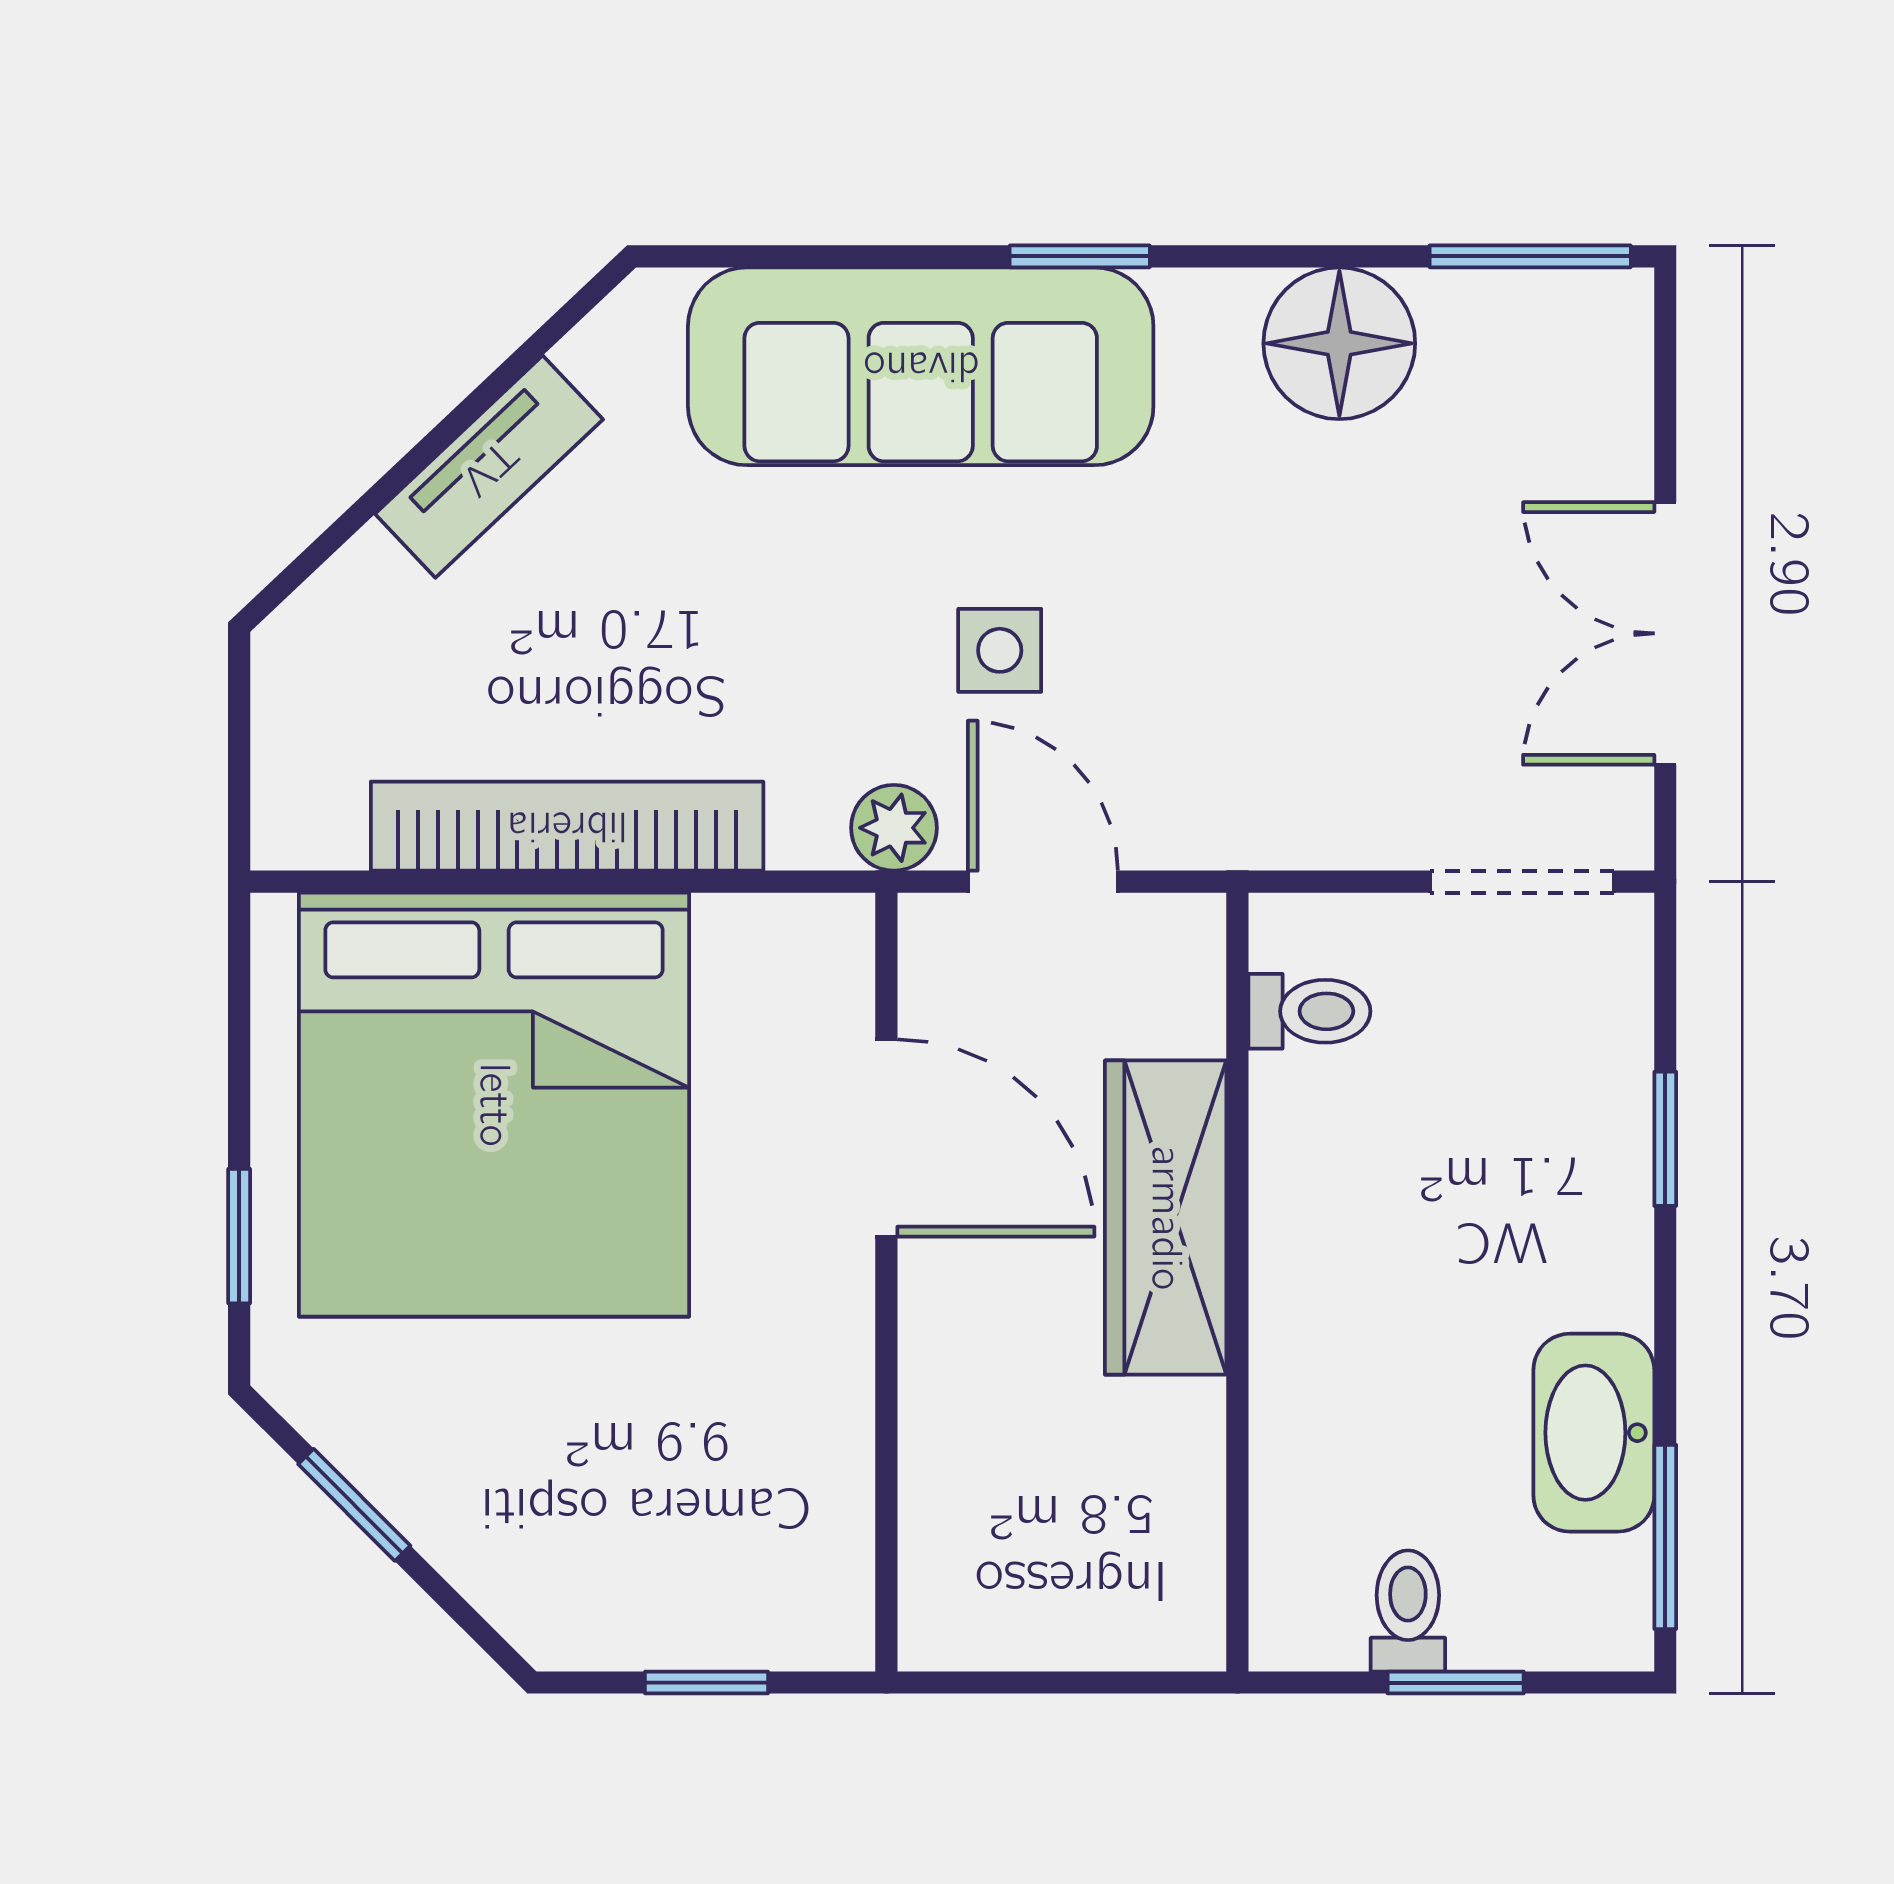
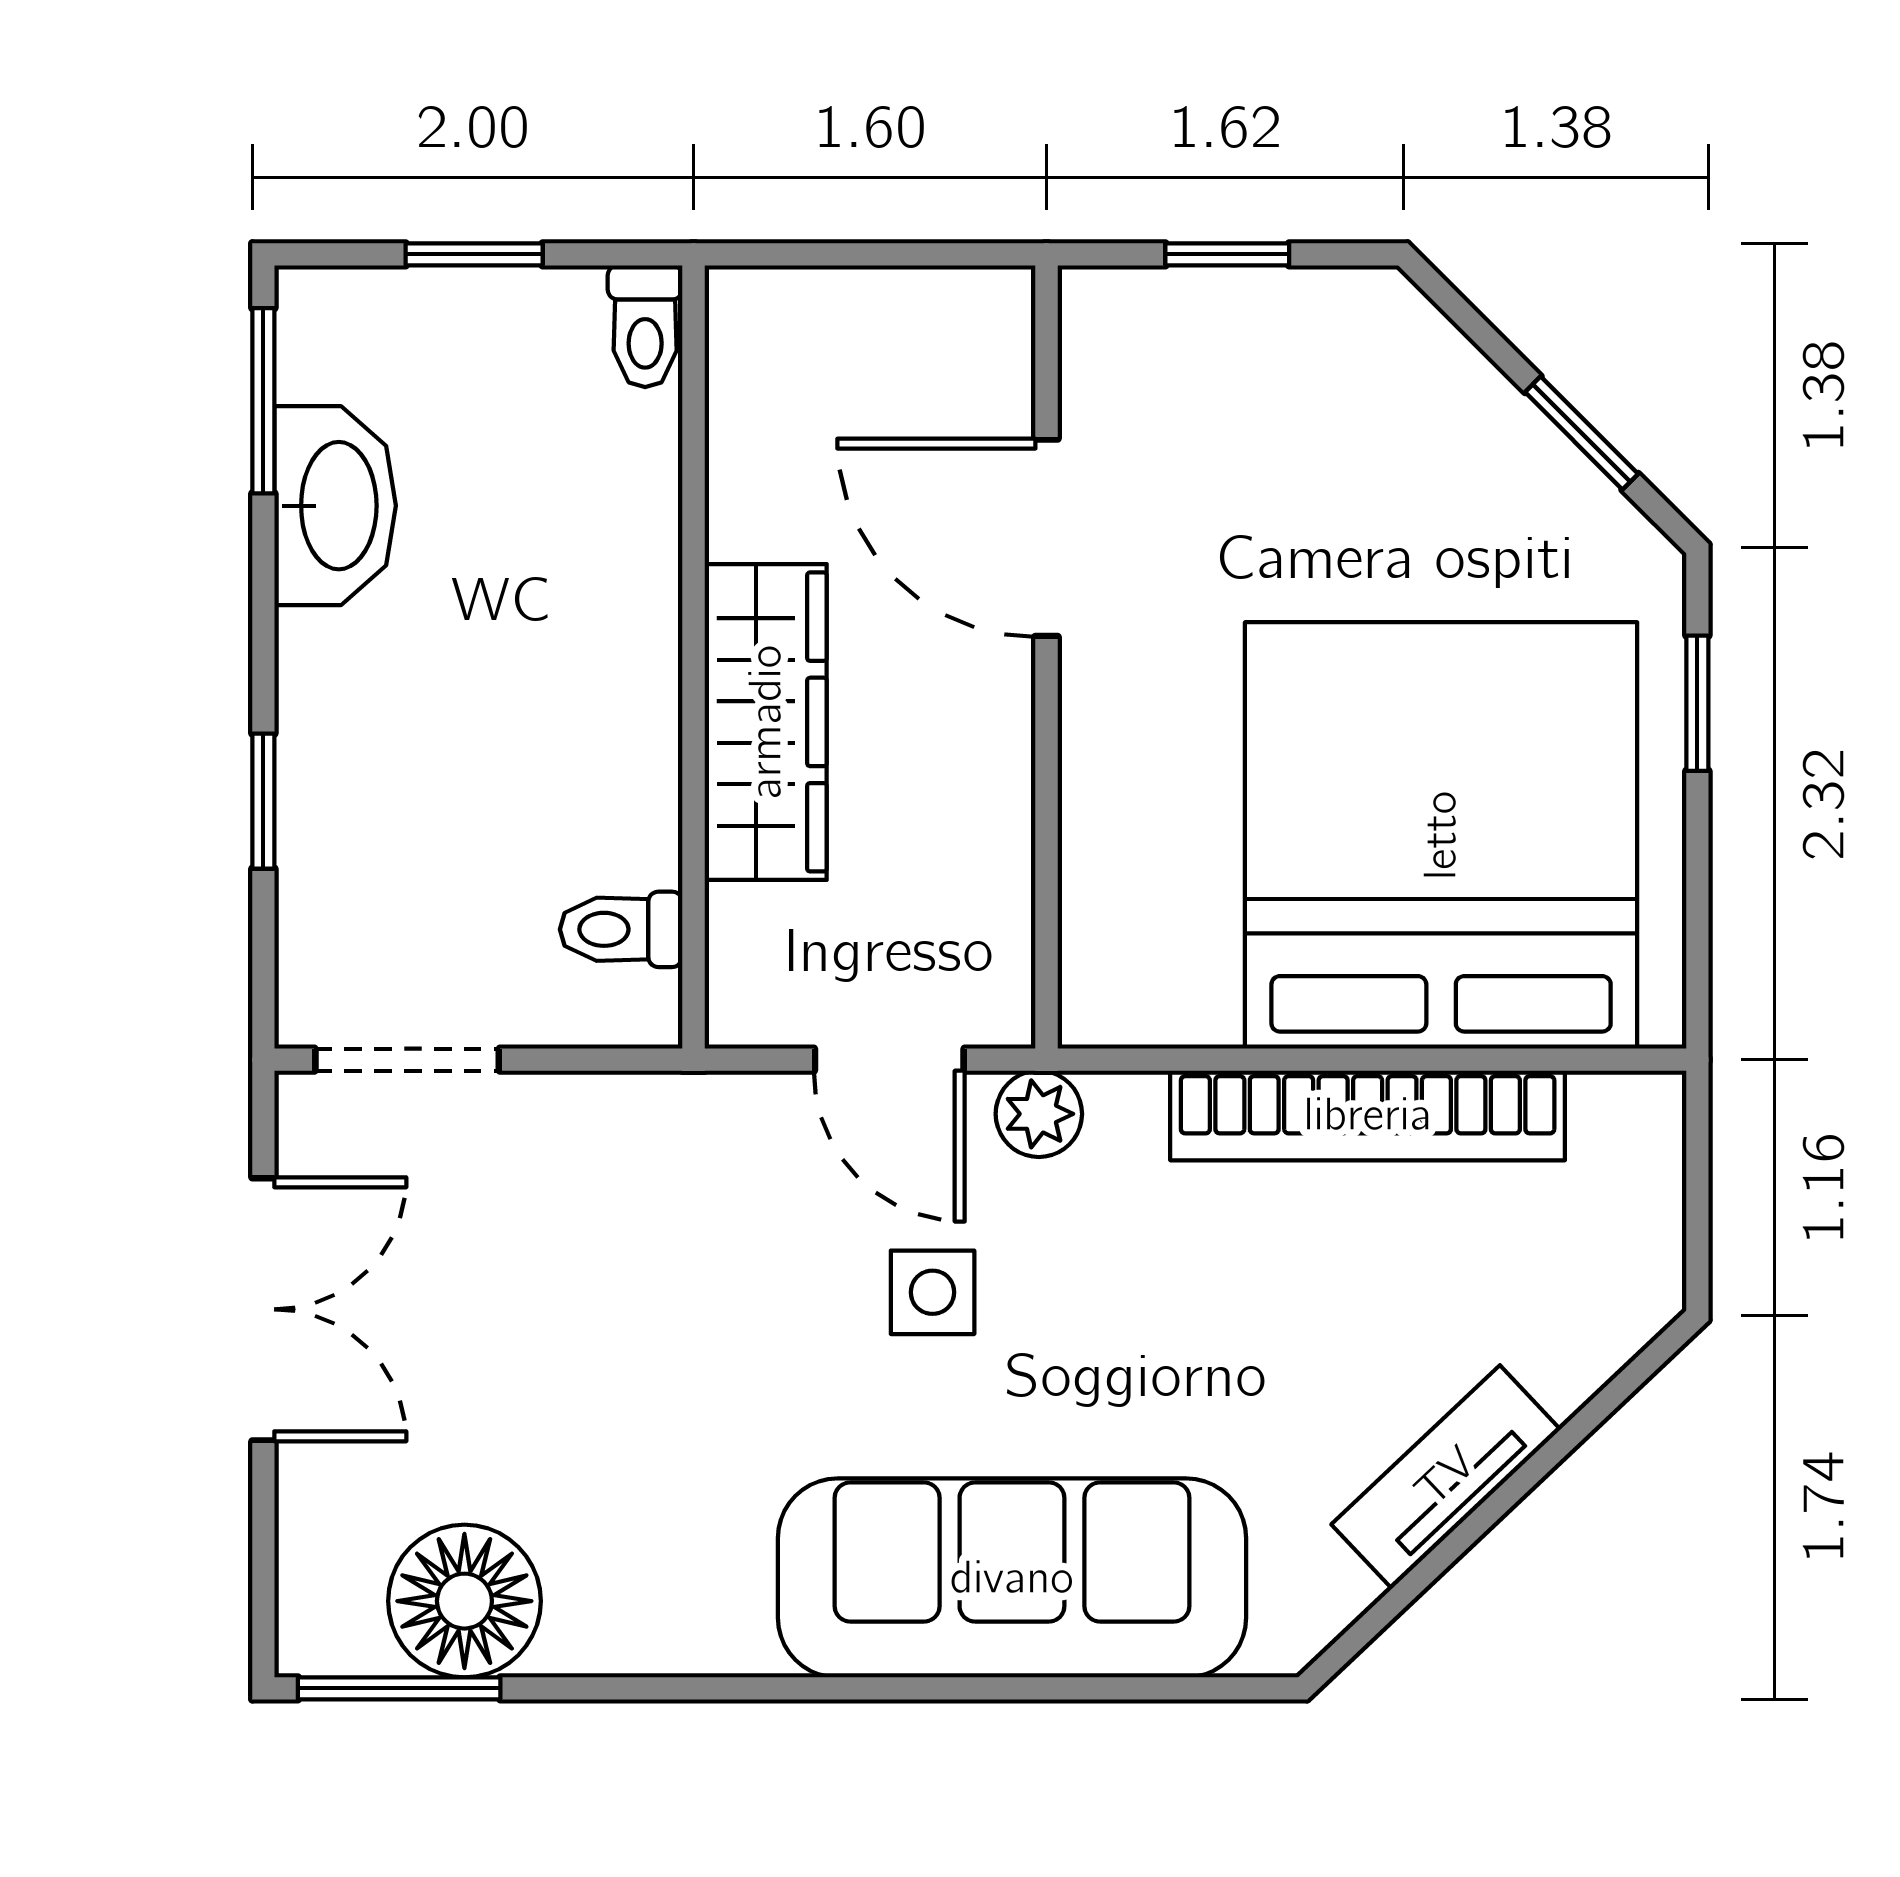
window: (1080, 256) -> (852, 1688), removed
floor lamp: (1339, 343) -> (464, 1601), moved
door: (886, 1138) -> (1047, 538), moved
toilet: (1408, 1611) -> (645, 326), moved

